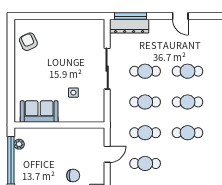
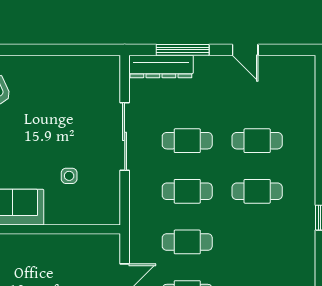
window: (130, 16) -> (183, 50), moved
cafe table: (188, 133) -> (257, 242), removed

